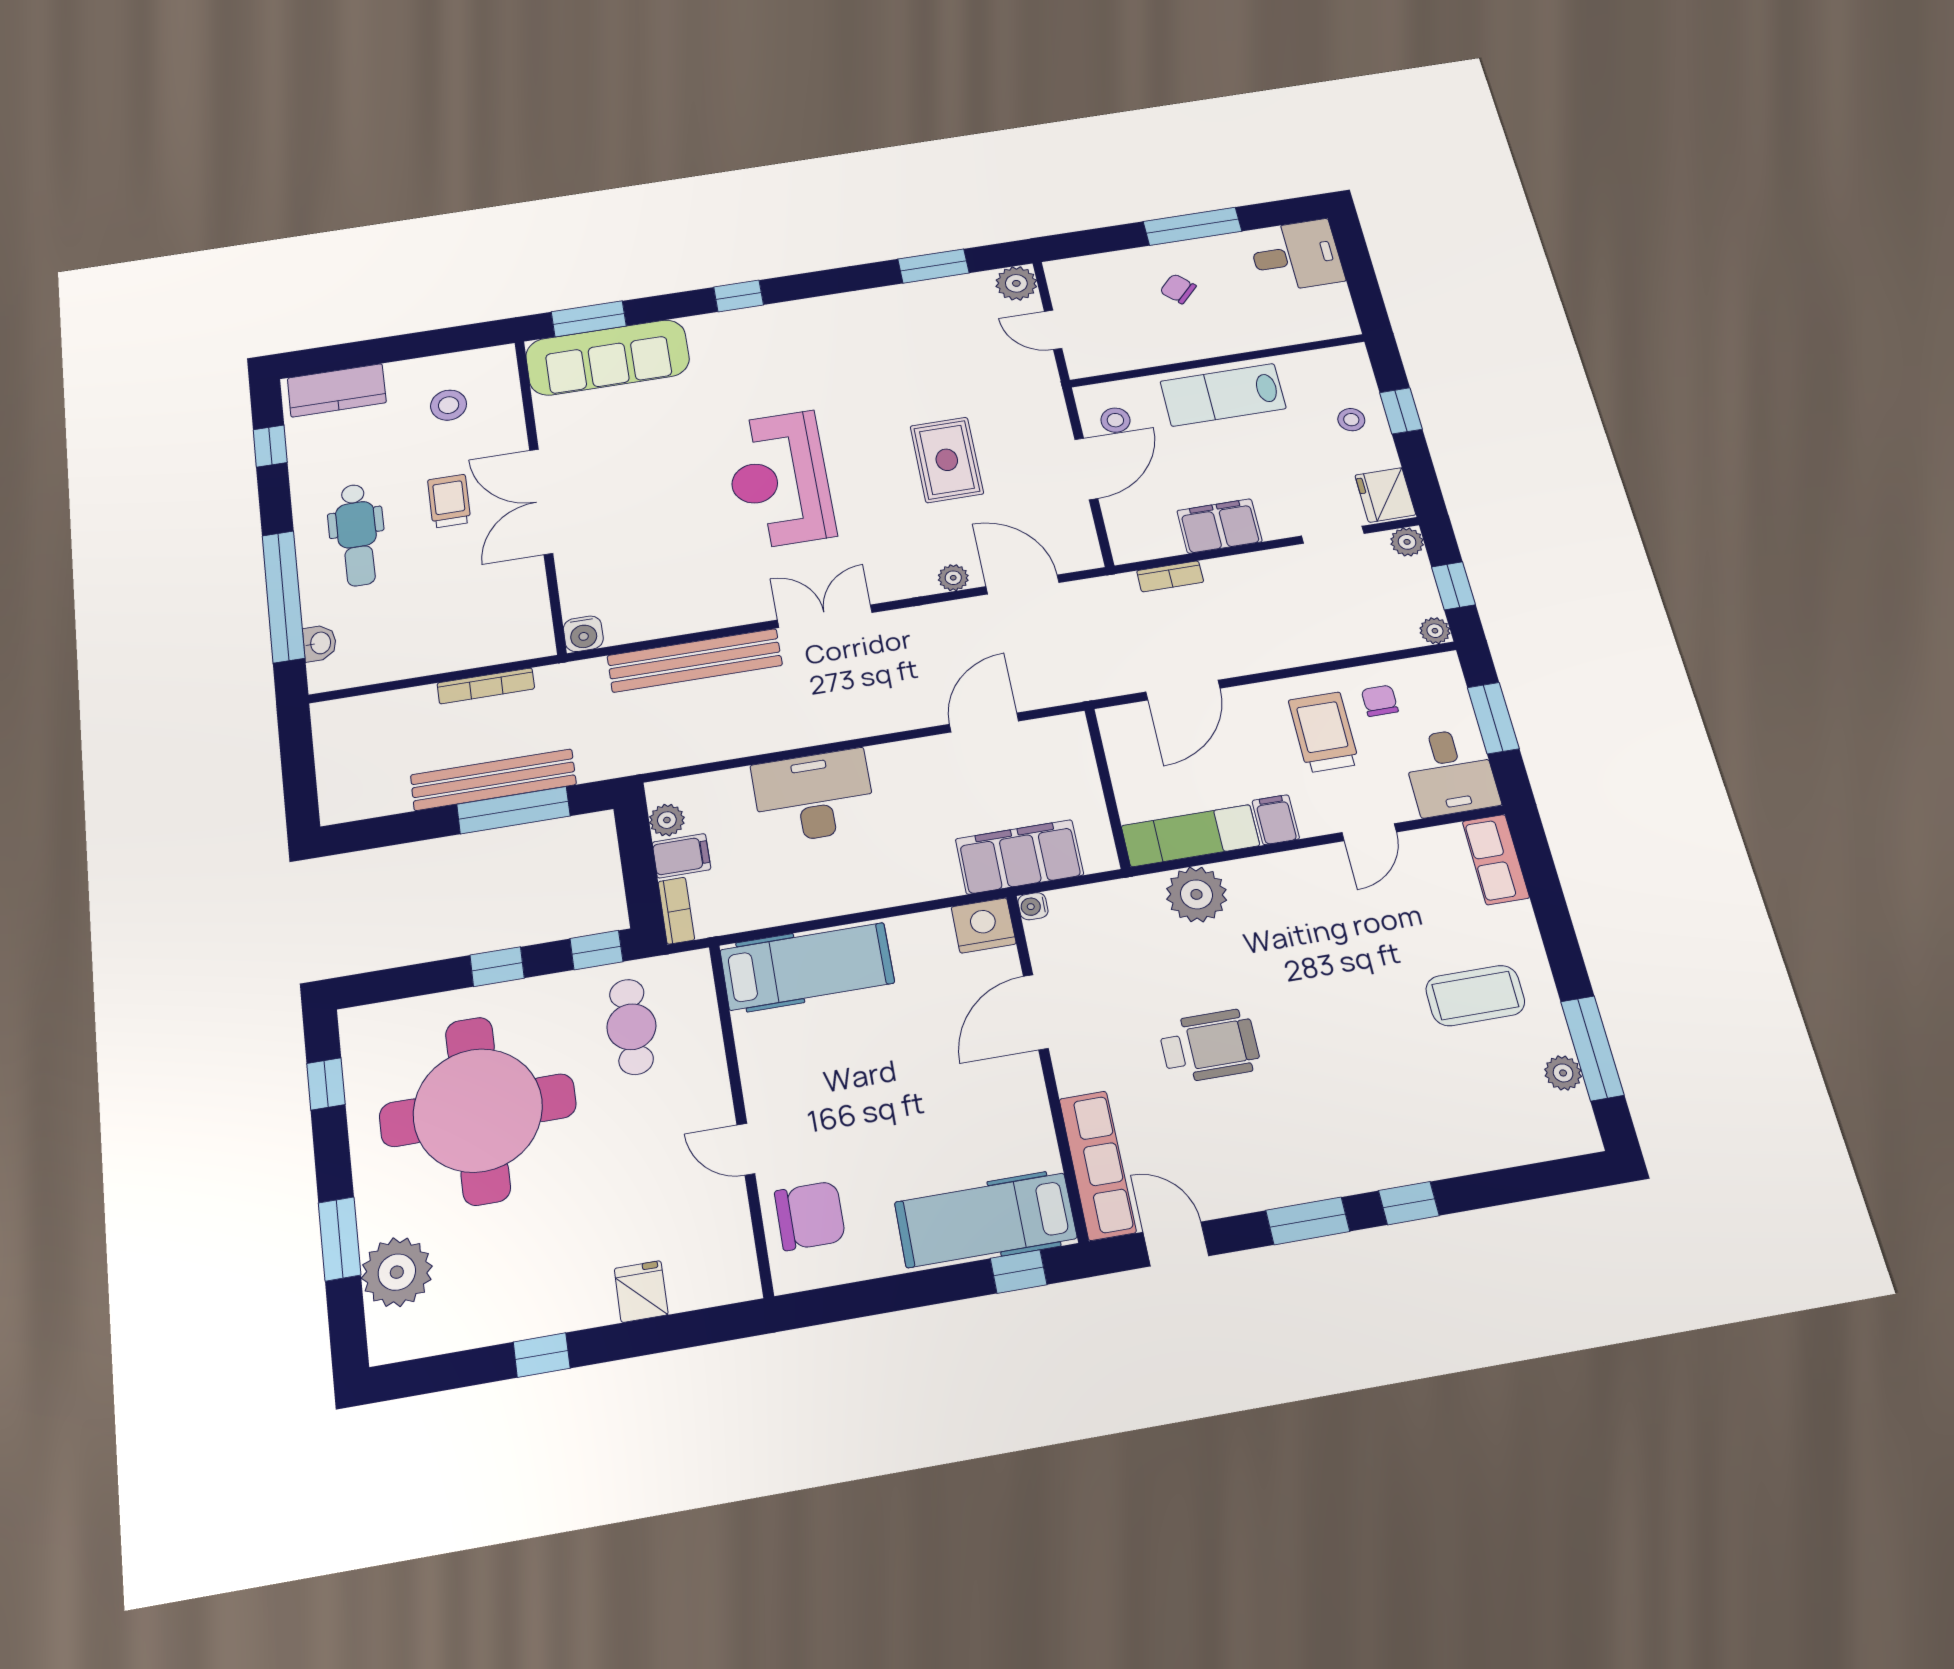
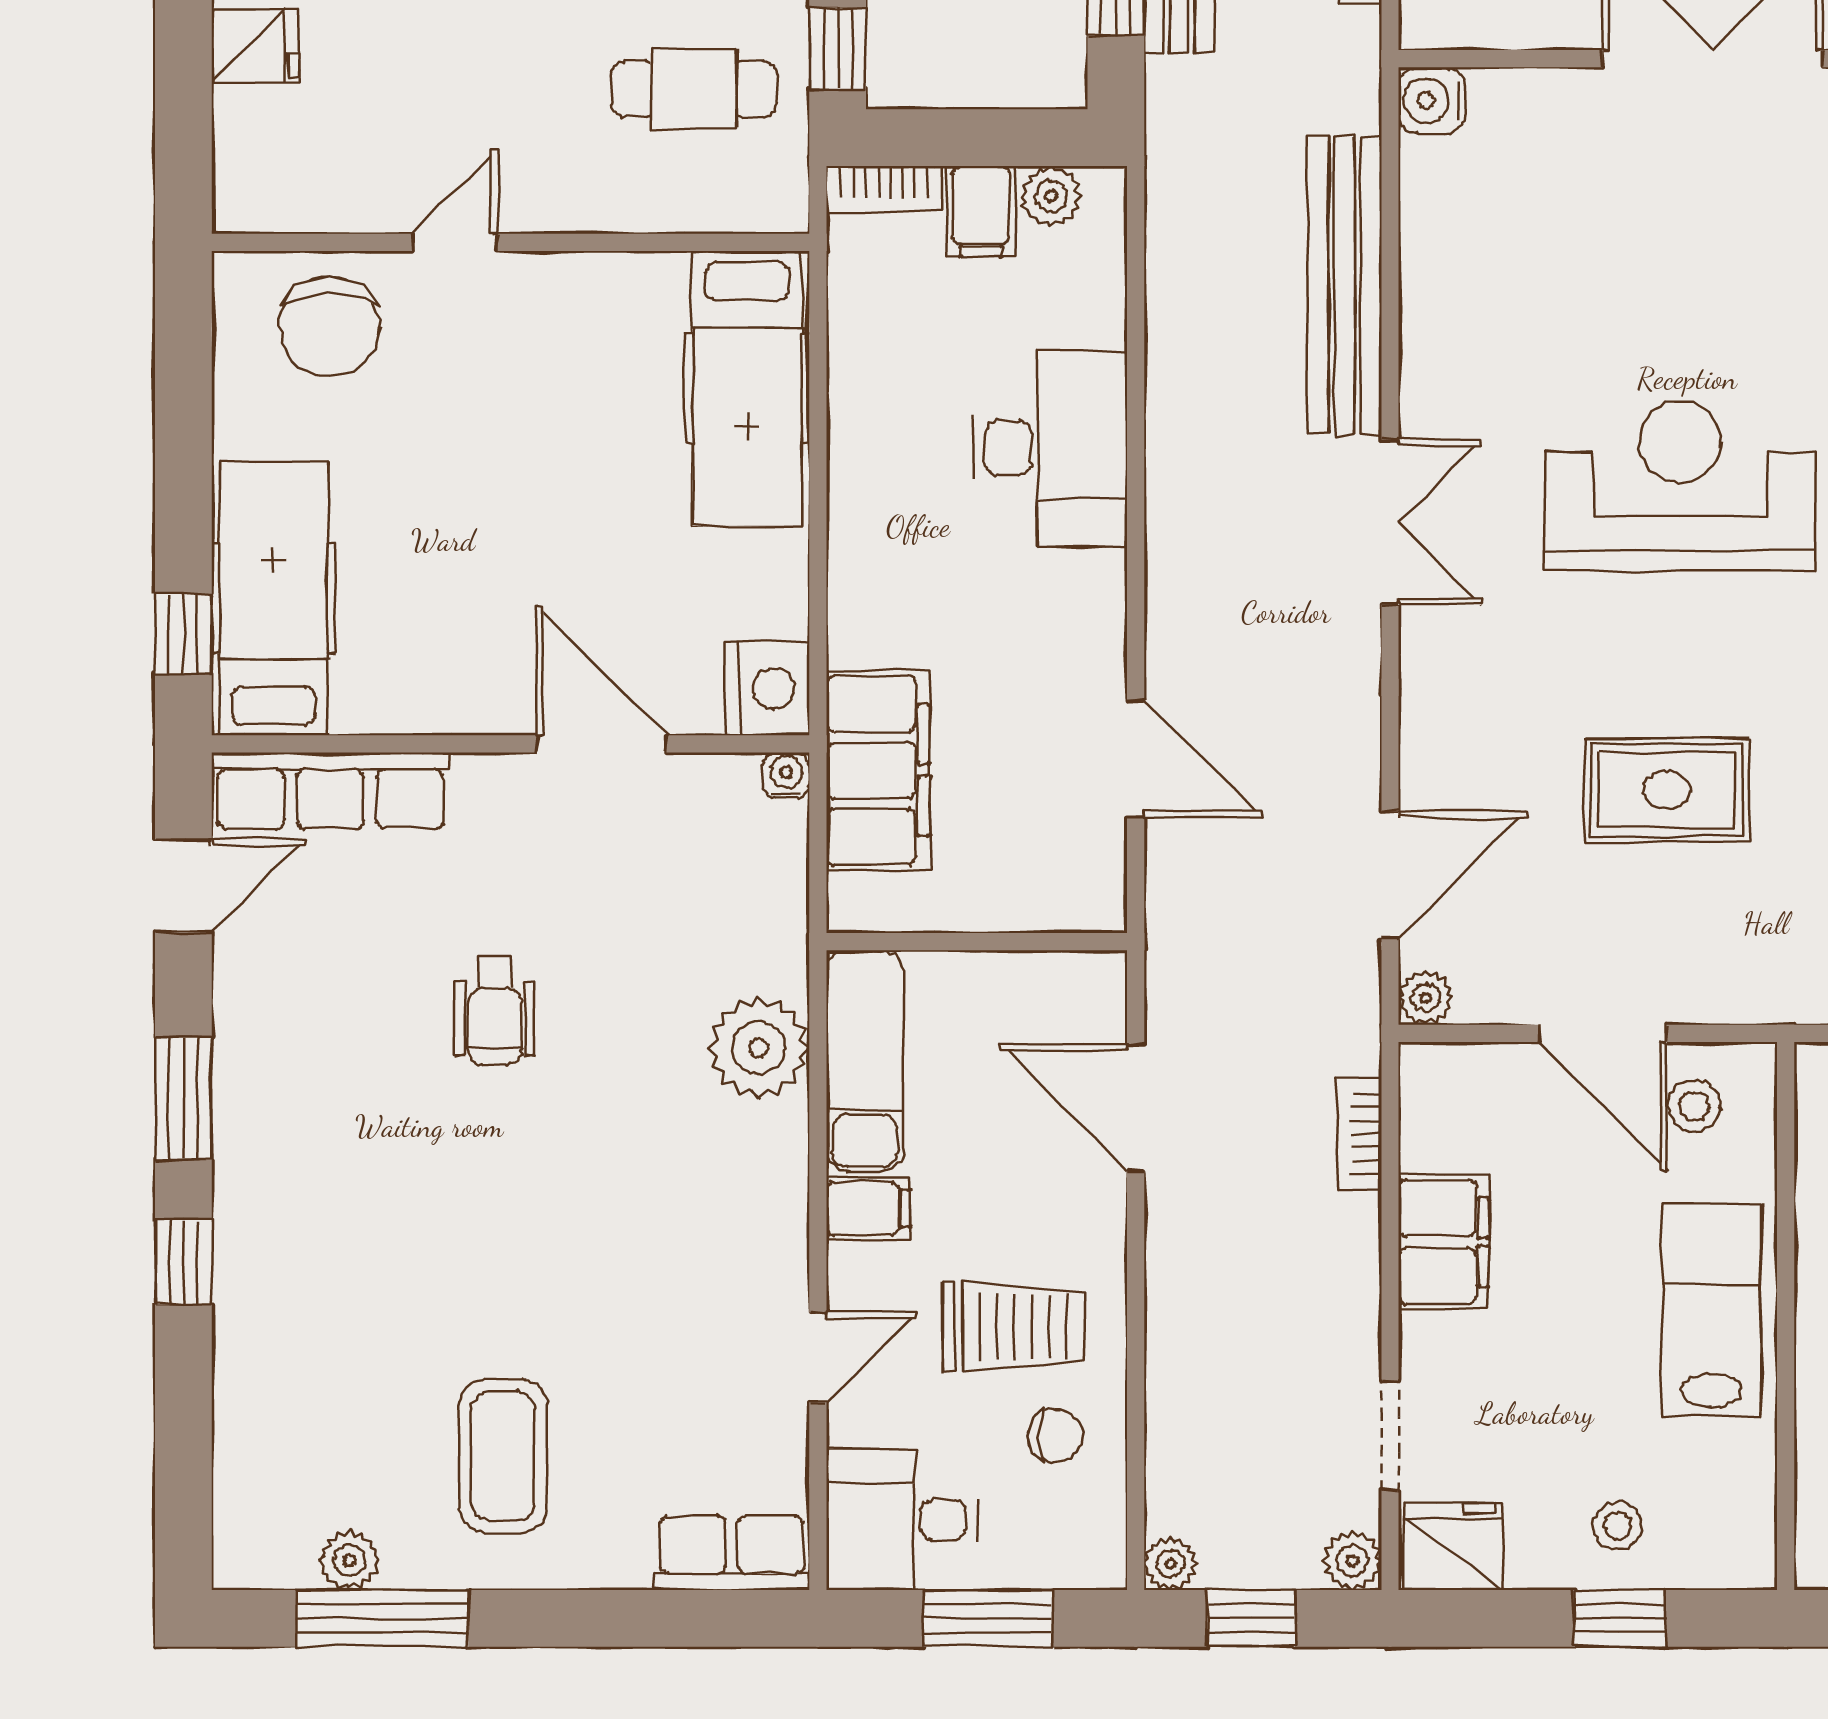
plant: (953, 578) -> (1425, 998), moved
door: (1369, 832) -> (818, 1357), swing flipped
wheelchair: (1209, 1046) -> (495, 1010), width x0.73, depth x0.73

